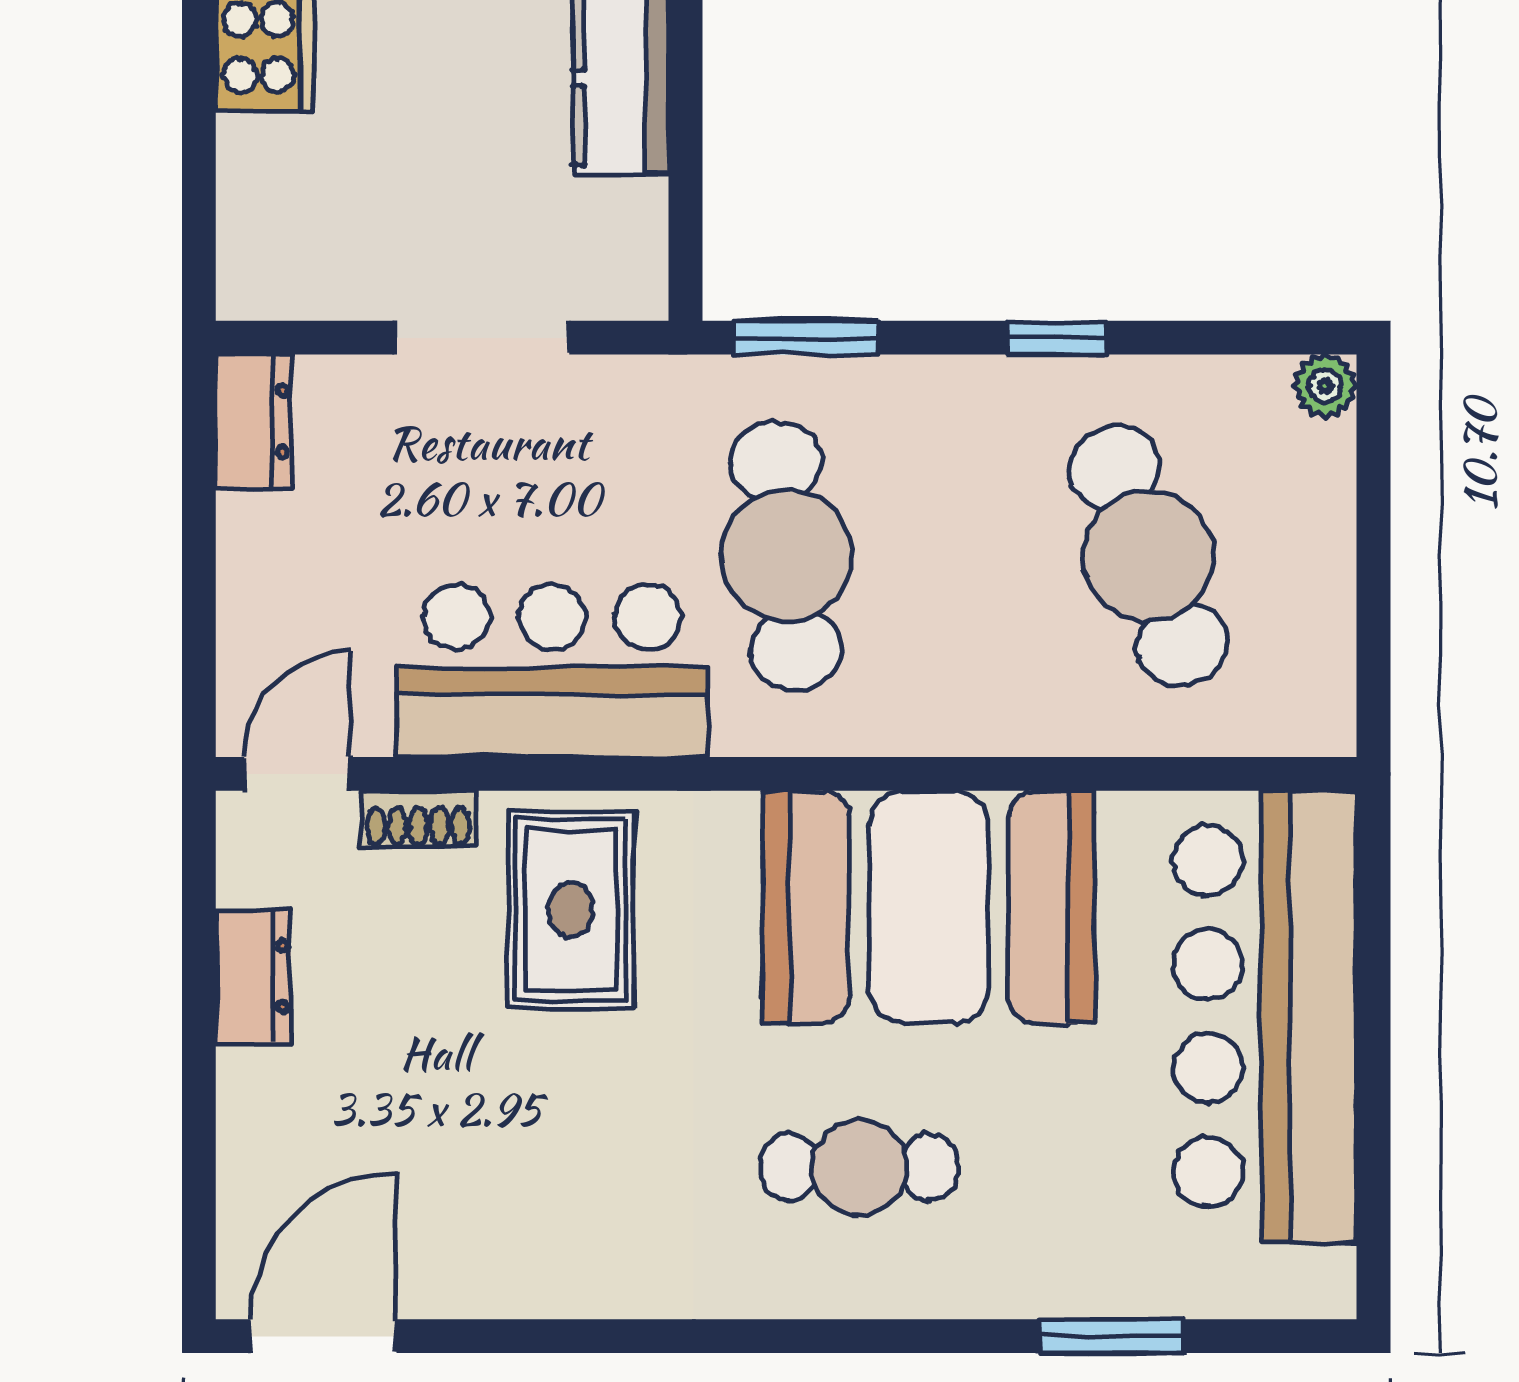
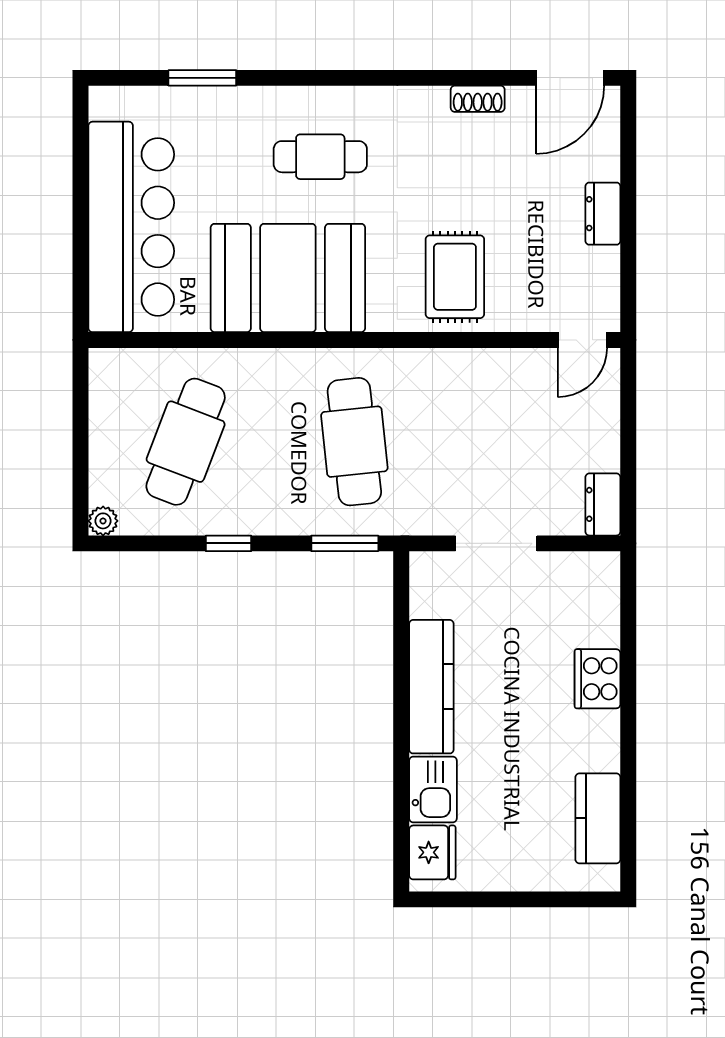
cafe table: (1148, 556) -> (186, 442), turned 42
bar counter: (552, 671) -> (464, 388), removed
shoe rack: (418, 819) -> (478, 99), moved, turned 180
dresser: (253, 976) -> (603, 214), moved

